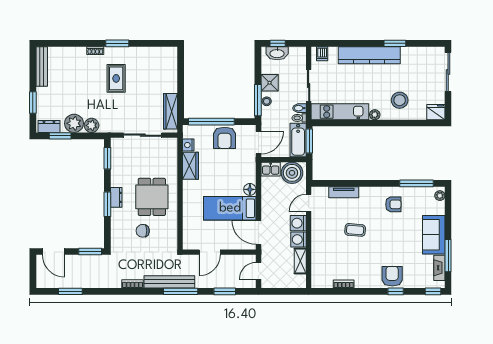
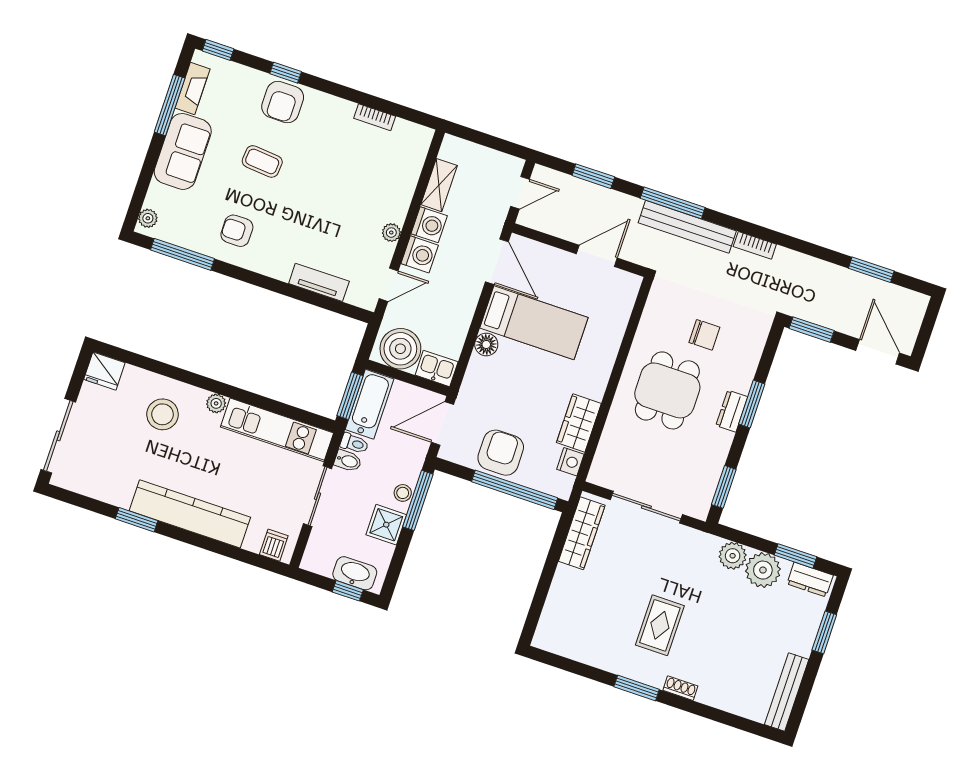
plant: (316, 229) -> (391, 233), added
coffee table: (355, 230) -> (262, 161), moved

